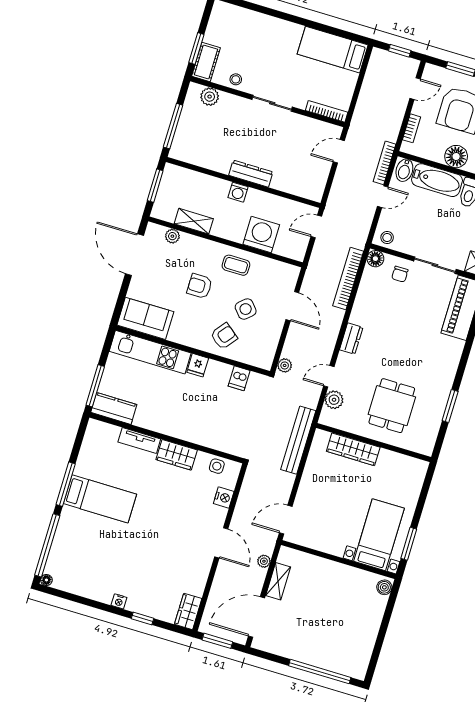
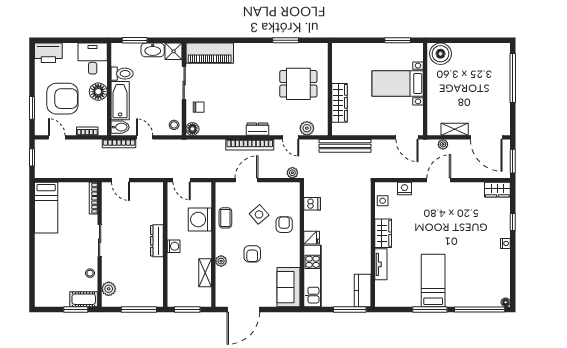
plant: (172, 236) -> (221, 261), moved
coffee table: (236, 265) -> (225, 218), moved
bookcase: (348, 279) -> (250, 145), moved
armchair: (224, 336) -> (284, 225), turned 52
bed with nightstands: (379, 535) -> (398, 84), moved
boiler: (384, 587) -> (441, 54), width x1.86, depth x1.86

